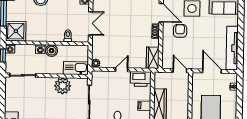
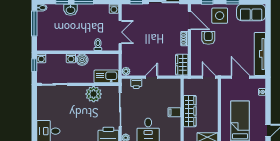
shower: (16, 31) -> (47, 41), removed
printer: (141, 79) -> (136, 84), moved, width x0.53, depth x0.68

